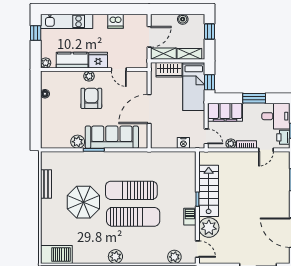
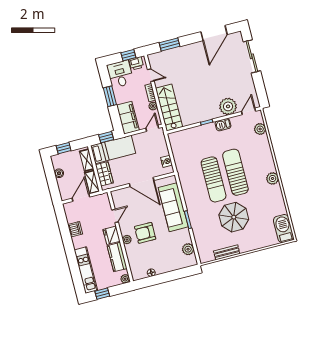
door: (149, 37) -> (81, 198), hinge flipped
plant: (78, 142) -> (188, 249), moved
nightstand: (183, 143) -> (167, 161), moved
stairs: (209, 191) -> (169, 107), moved, turned 90

